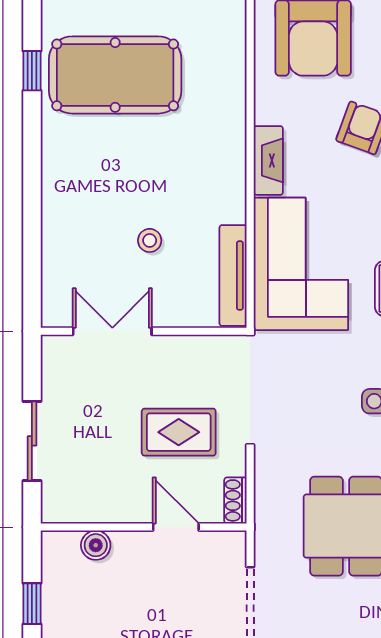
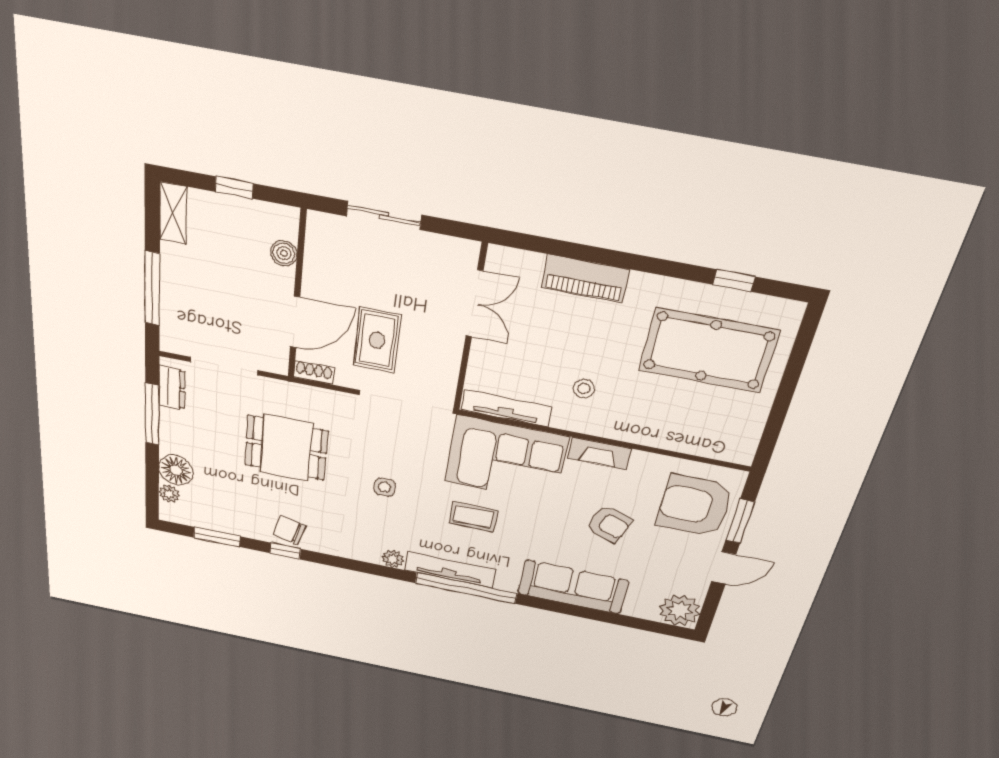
pool table: (115, 75) -> (708, 351), turned 90
piano: (60, 220) -> (585, 279), added
stool: (150, 240) -> (584, 389), moved
door: (176, 527) -> (295, 322), width x1.38

